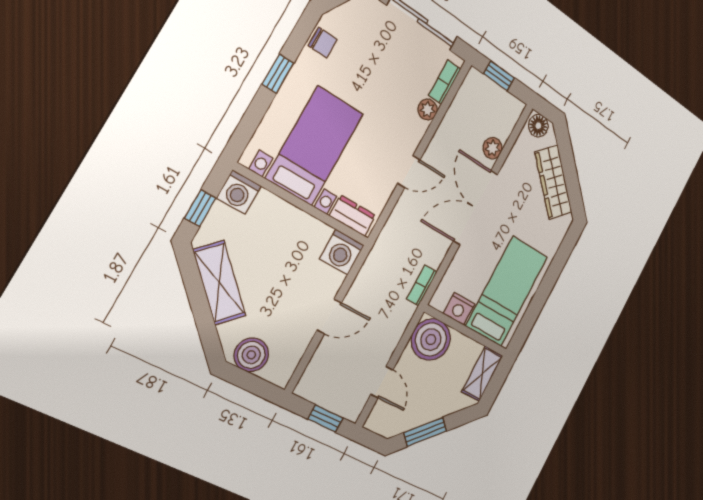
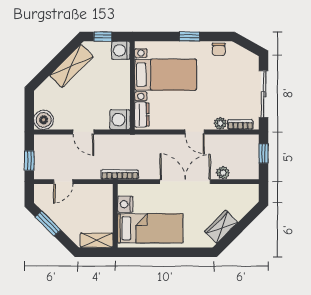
floor lamp: (538, 126) -> (252, 193), removed
door: (409, 171) -> (195, 132), moved
wardrobe: (553, 182) -> (221, 227), width x0.67
bookcase: (422, 285) -> (120, 174), width x1.56
boiler: (431, 340) -> (100, 197), removed
boiler: (251, 355) -> (44, 120), moved

